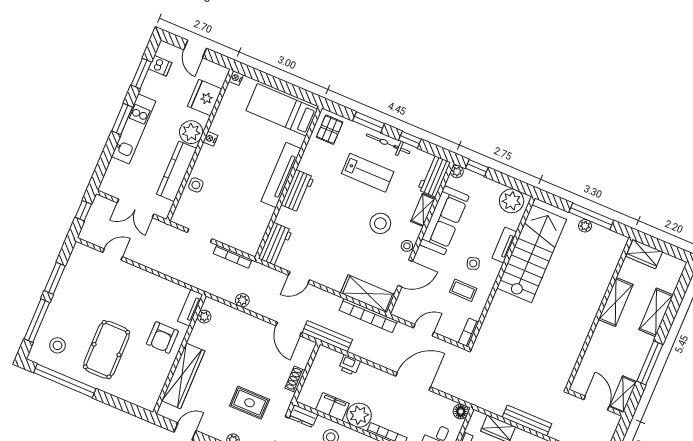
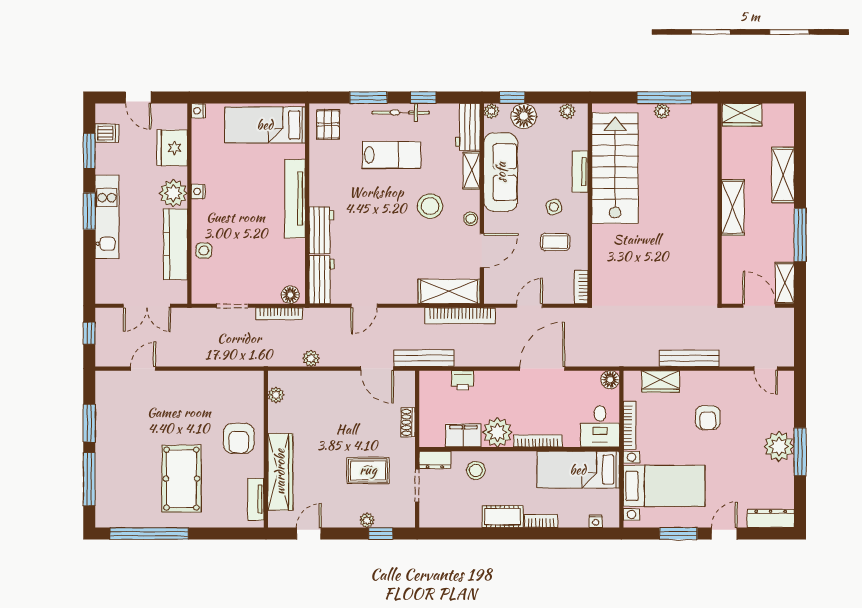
floor lamp: (480, 185) -> (524, 116), added
workbench: (298, 191) -> (321, 230), moved
plant: (512, 201) -> (567, 111), width x0.53, depth x0.53
floor lamp: (247, 246) -> (290, 295), added
shelving: (616, 302) -> (733, 207), moved
tv unit: (190, 308) -> (256, 499), moved
stool: (57, 345) -> (124, 497), removed

